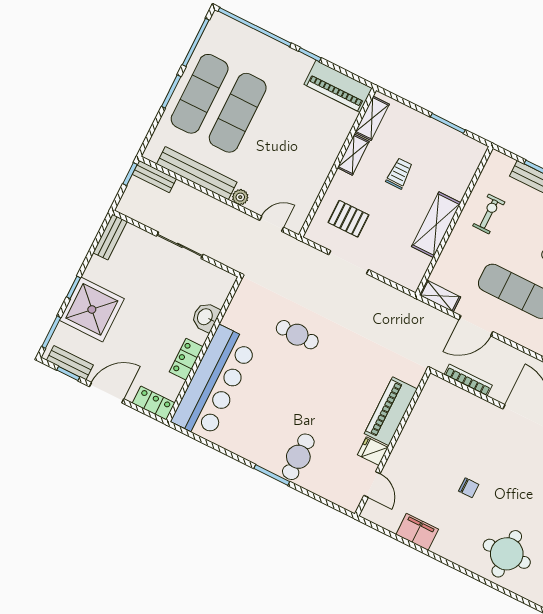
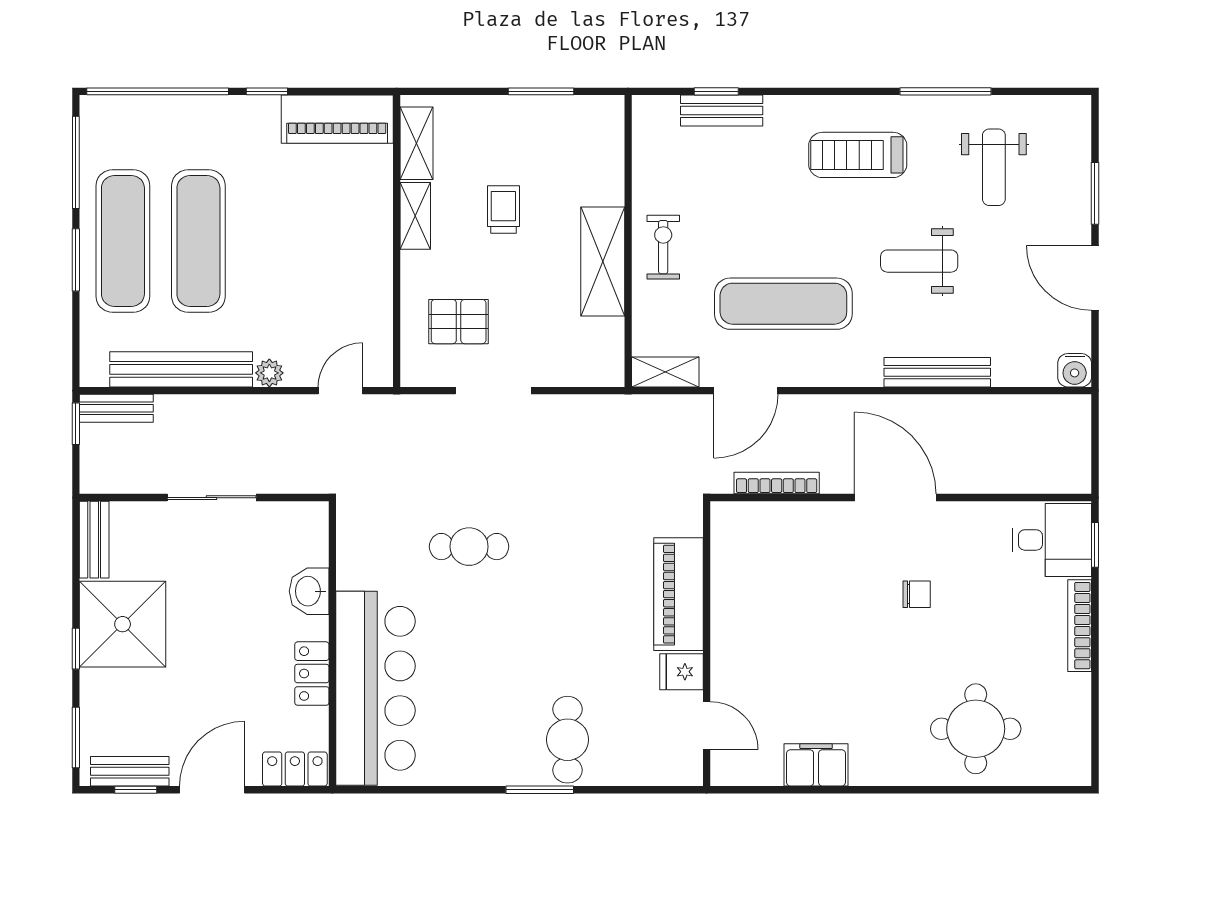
exercise bike: (489, 214) -> (663, 247), moved
shower: (92, 309) -> (123, 624), moved
chair: (469, 488) -> (917, 594), moved

